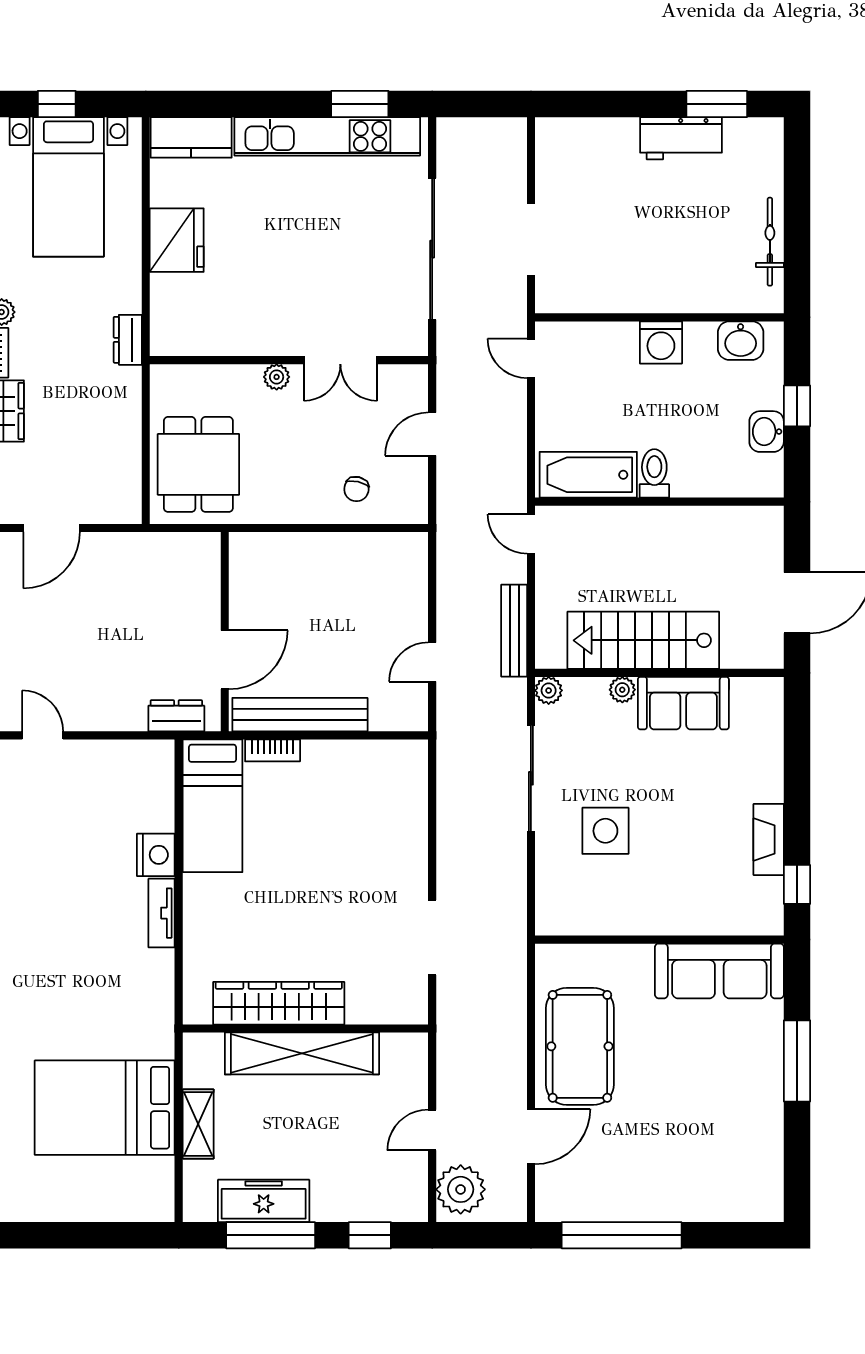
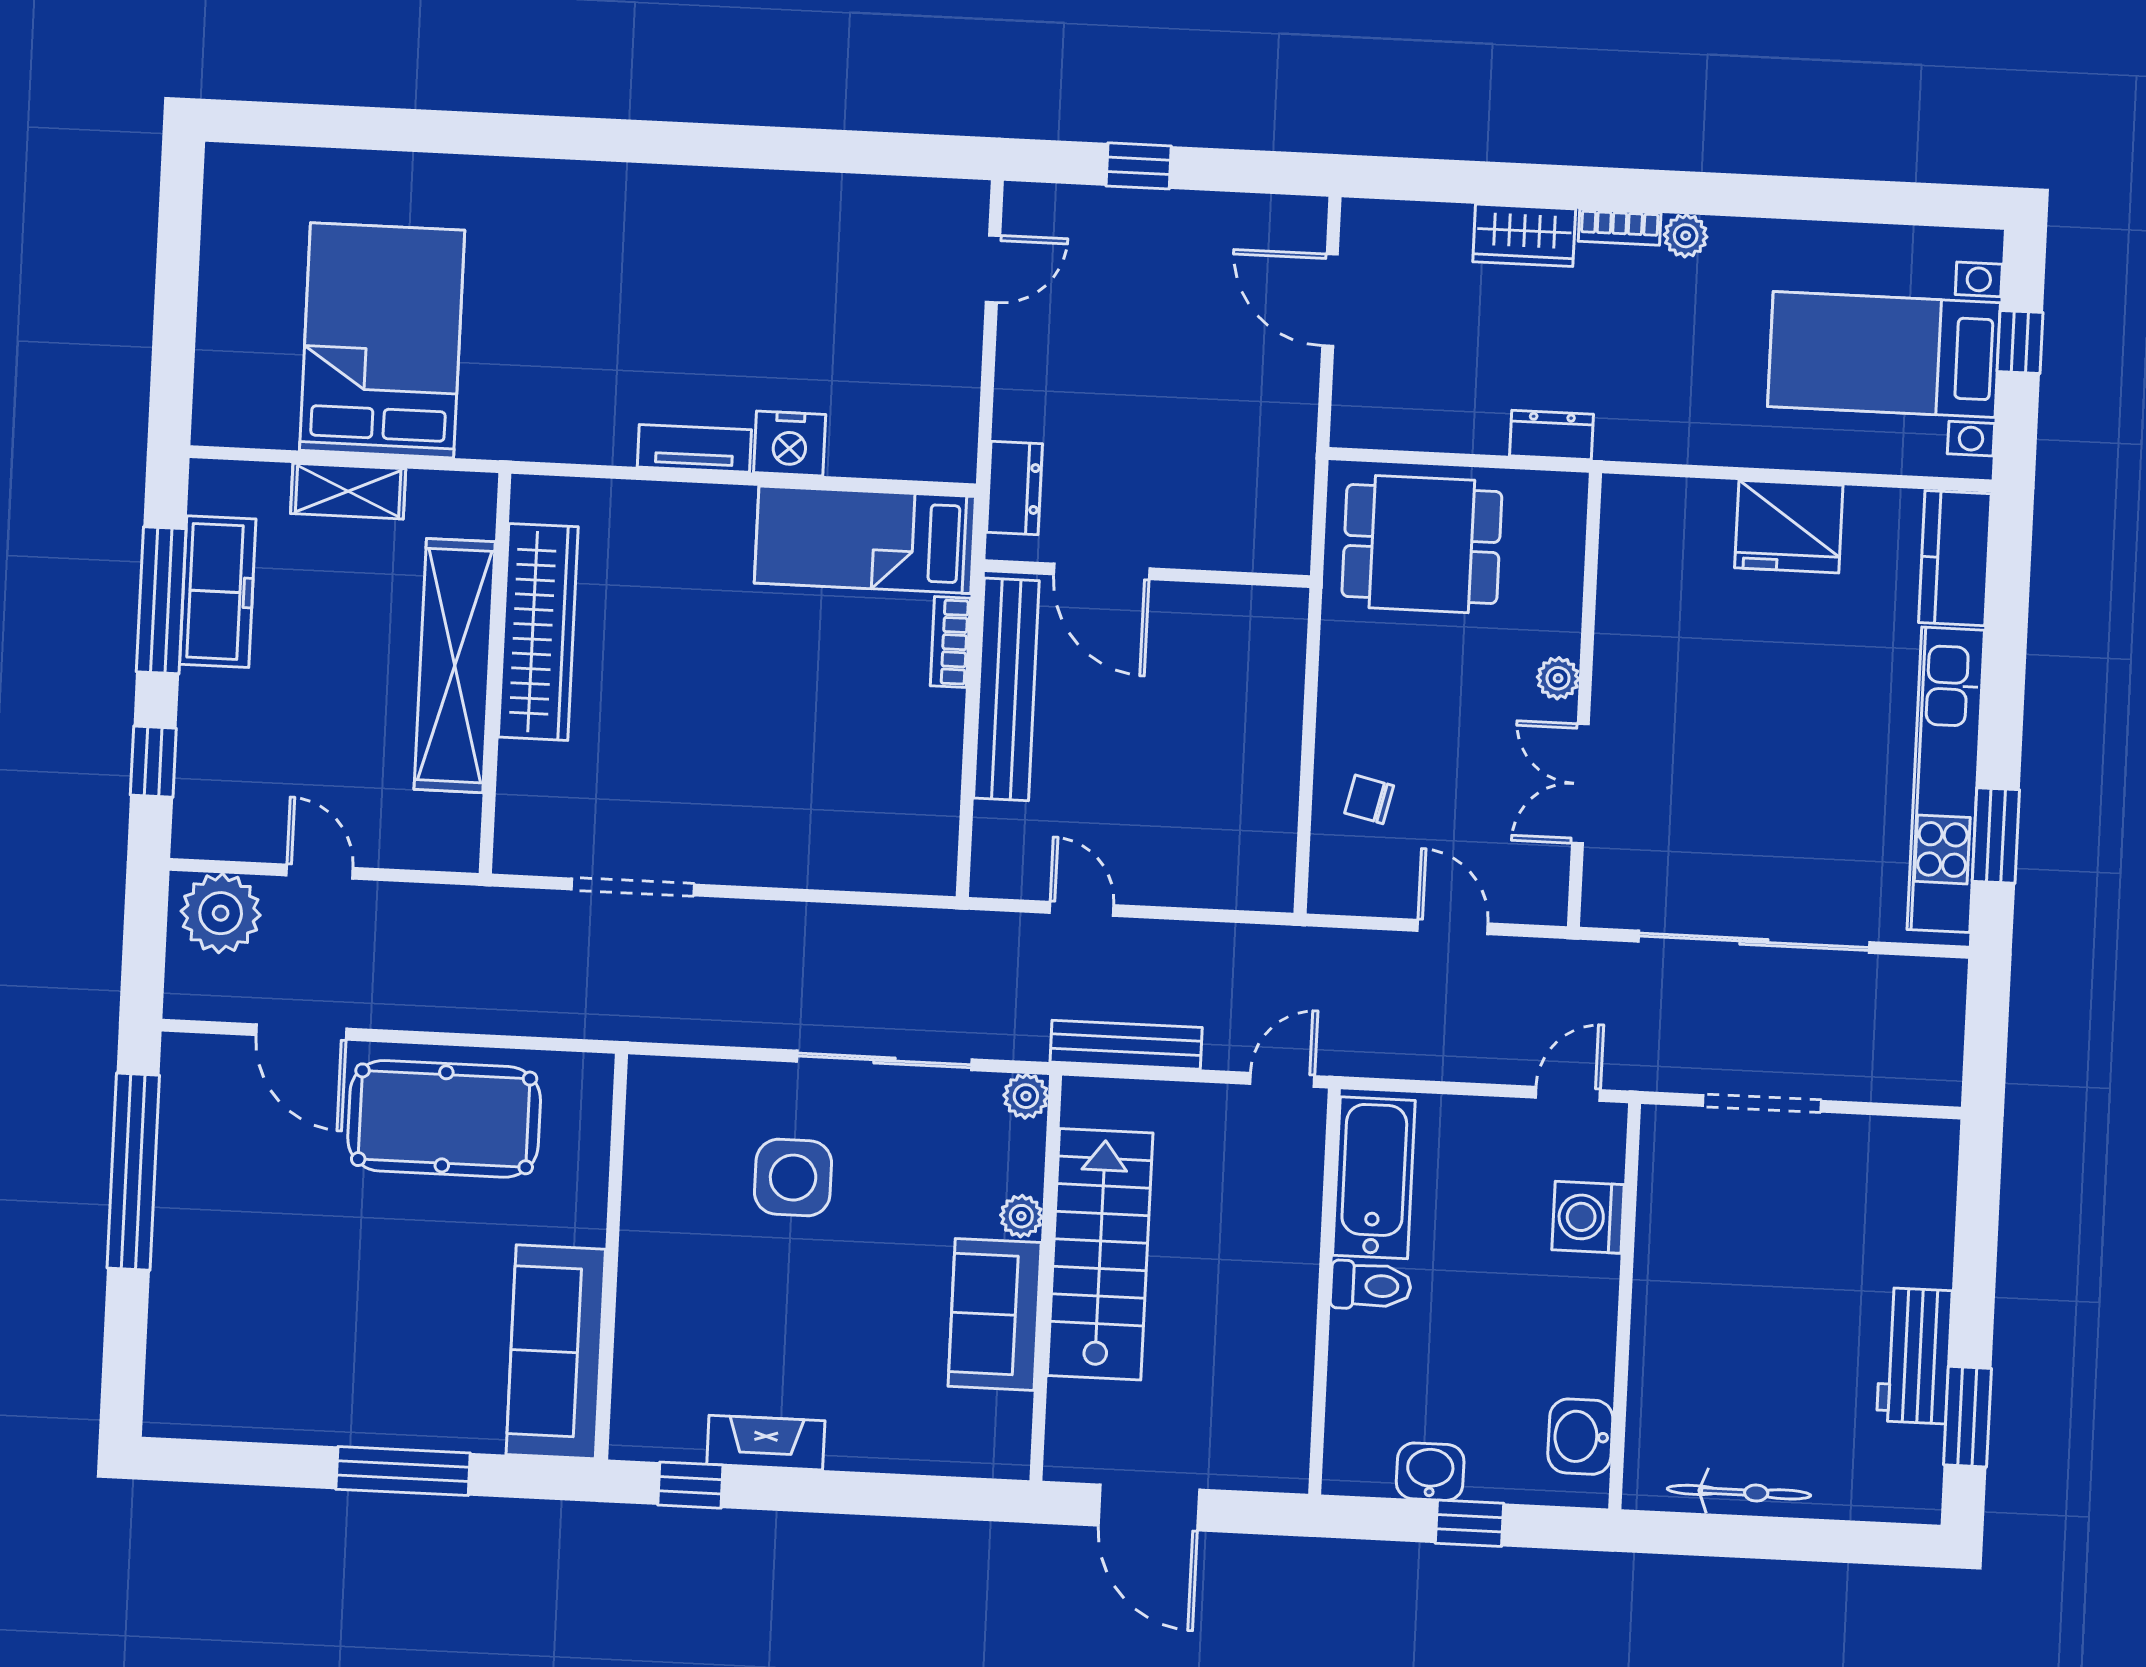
dresser: (128, 340) -> (1552, 435), moved
washing machine: (661, 342) -> (1588, 1217), moved

